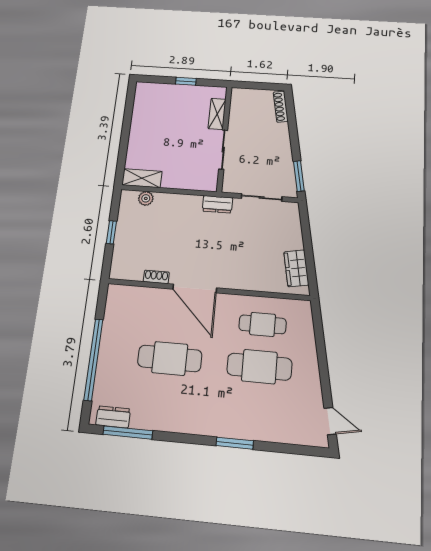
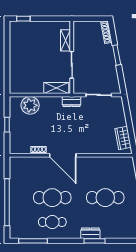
window: (186, 81) -> (23, 19), moved
window: (299, 176) -> (117, 55), moved
shelving: (142, 178) -> (56, 88), moved
plant: (146, 198) -> (30, 105), width x1.87, depth x1.87
cafe table: (263, 324) -> (52, 222), moved
dresser: (113, 417) -> (90, 233), moved

